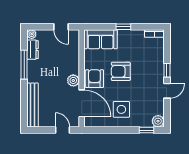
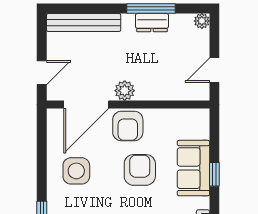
sofa: (101, 39) -> (193, 168), moved
dresser: (33, 50) -> (152, 23), moved
armchair: (94, 79) -> (128, 126), turned 90

